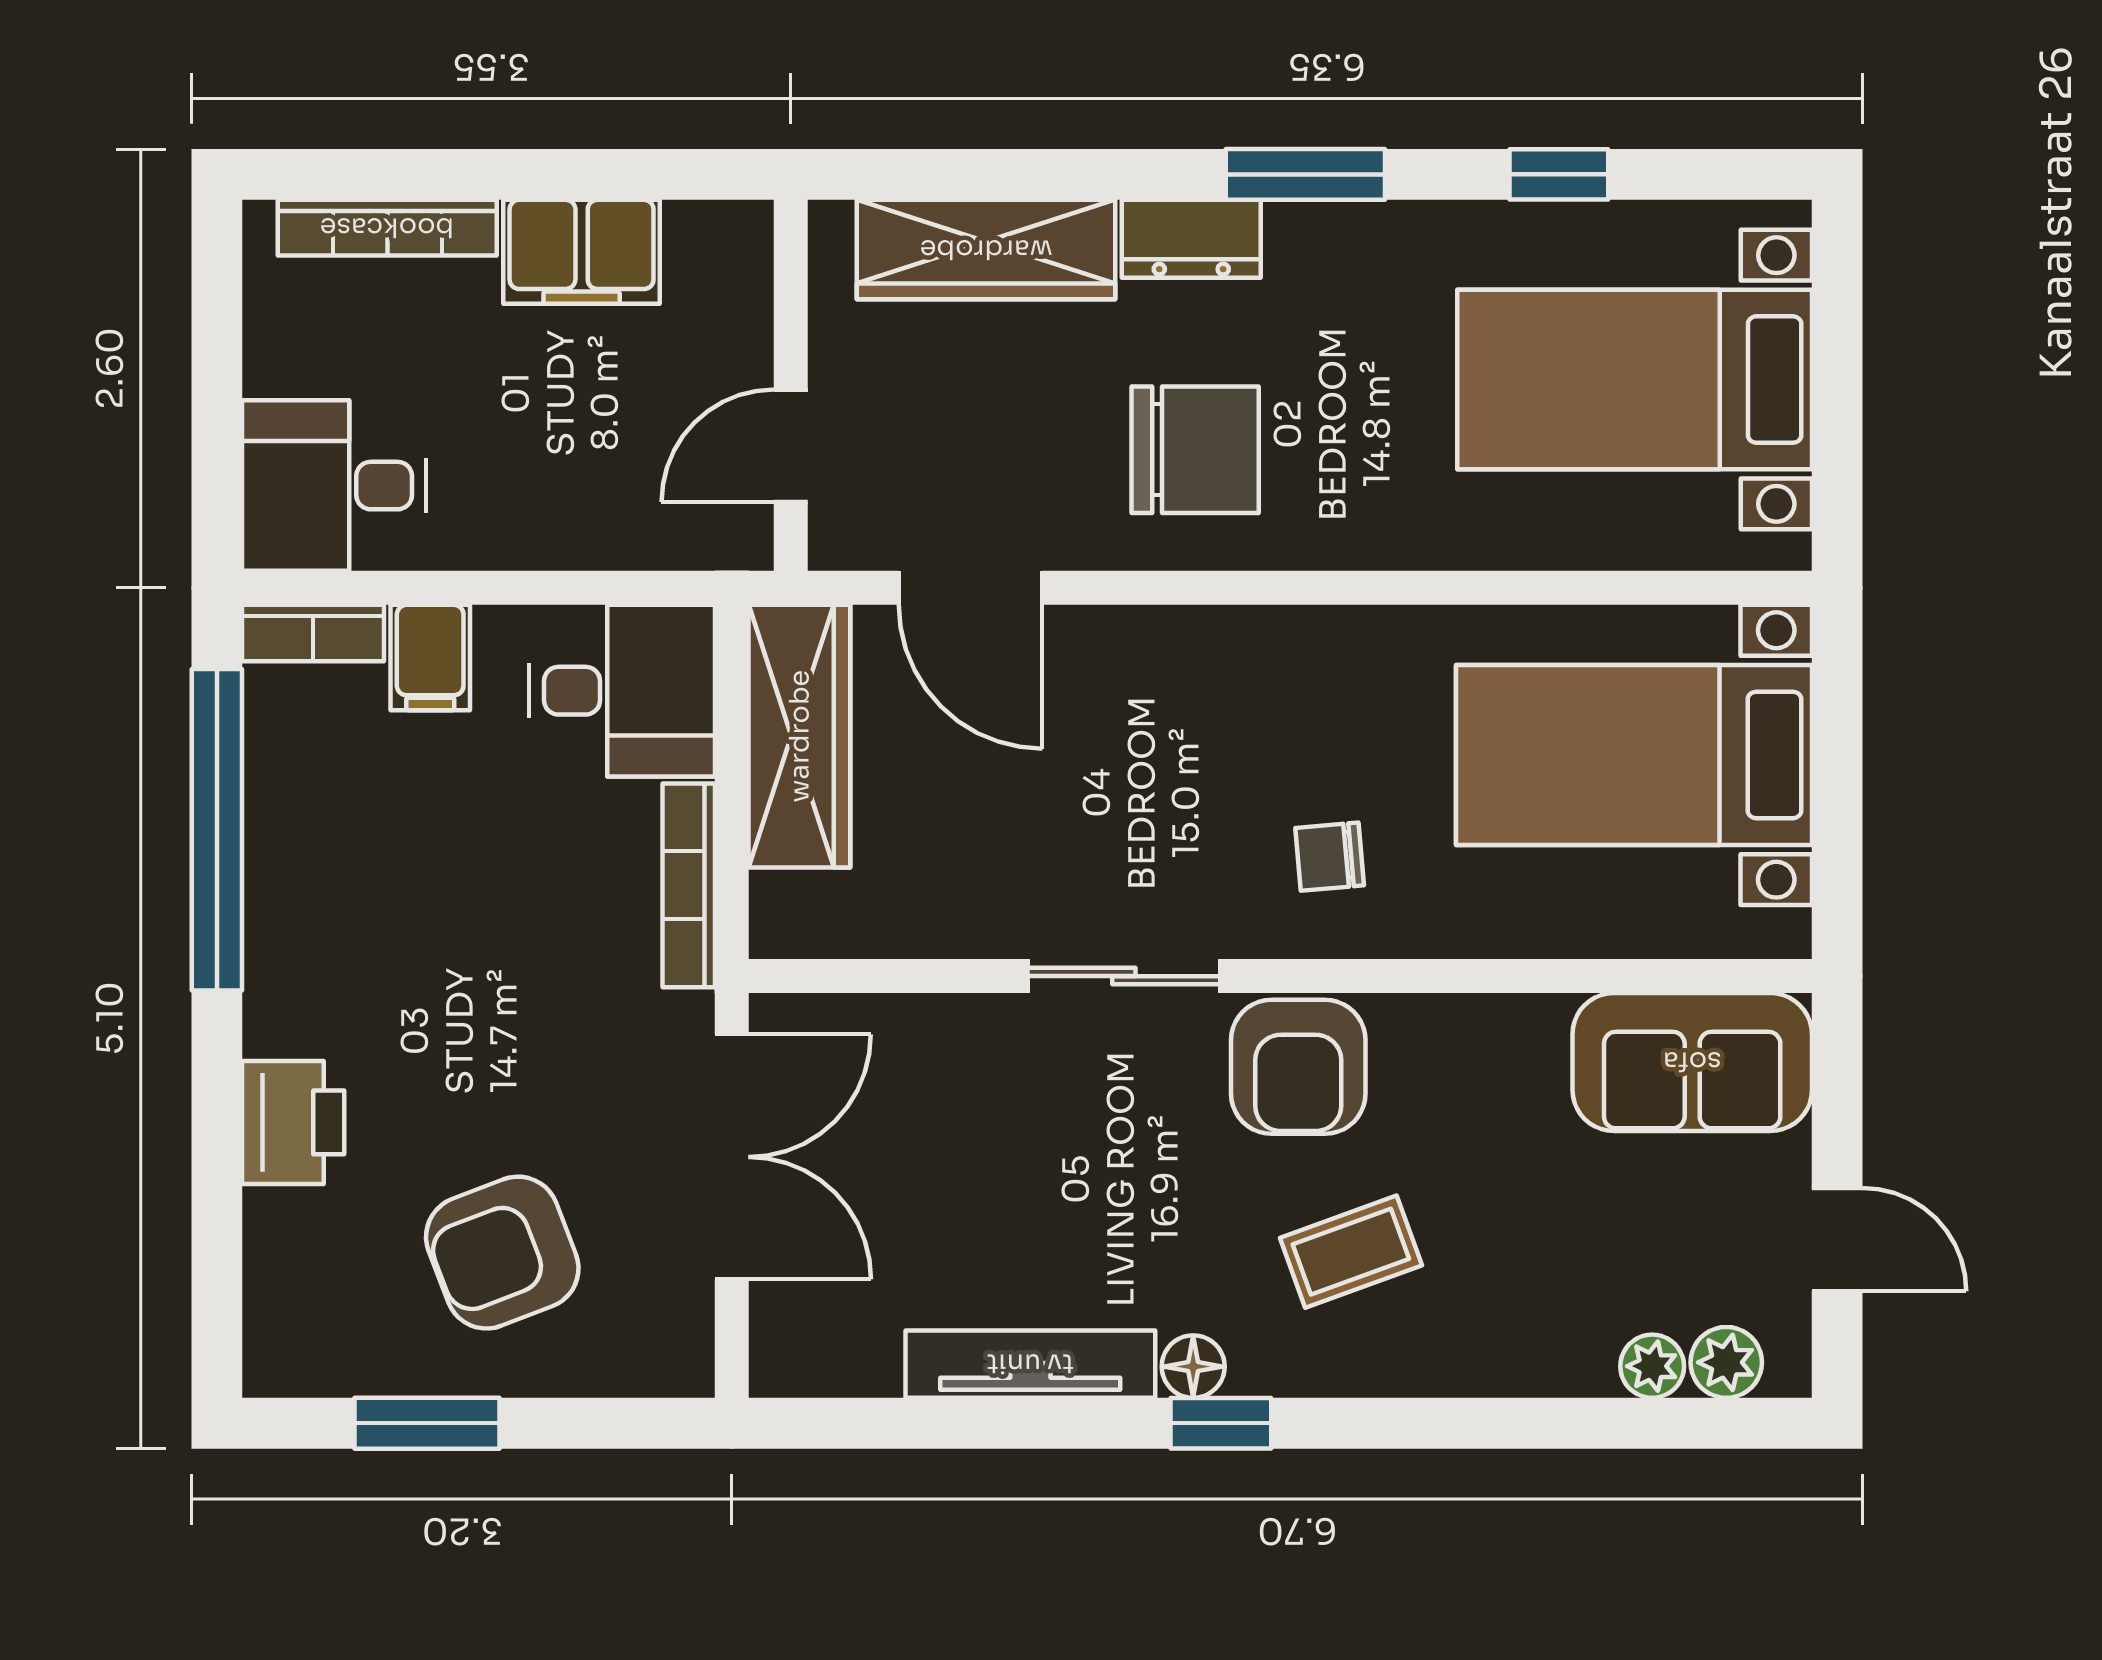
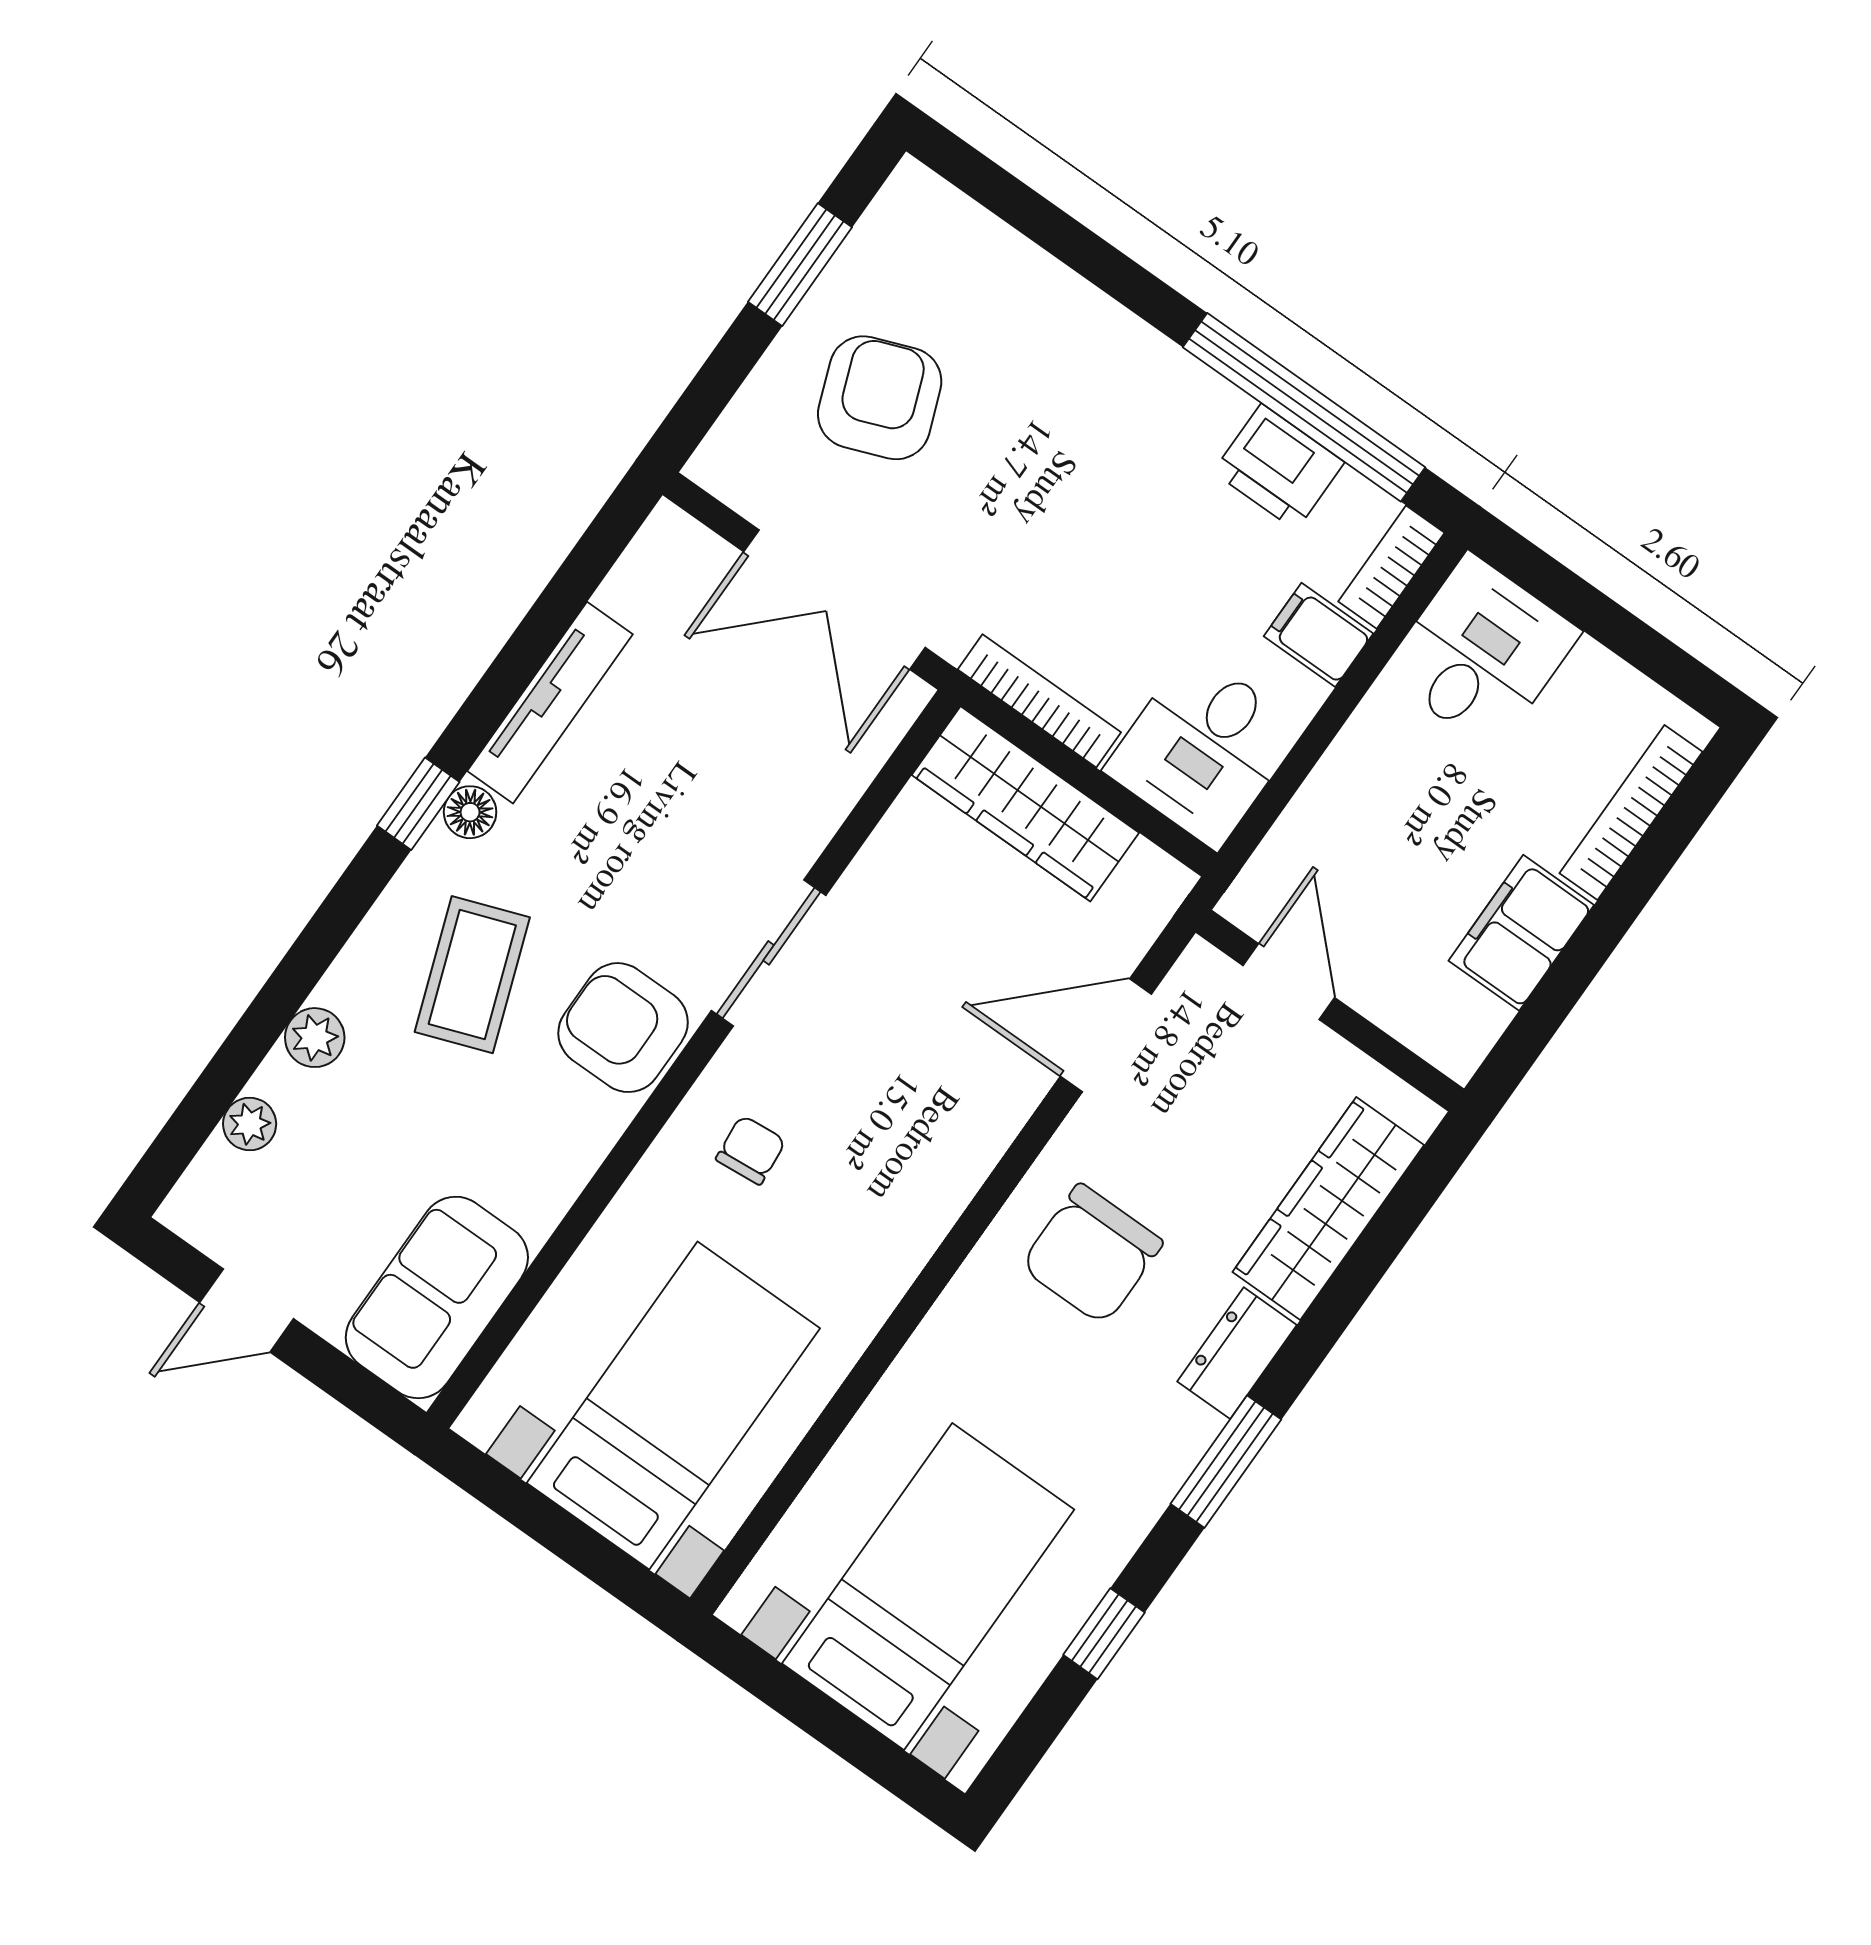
wardrobe: (799, 736) -> (1025, 804), moved
printer: (293, 1122) -> (1279, 467), moved
coffee table: (1351, 1252) -> (472, 975), width x1.36, depth x1.30
plant: (1726, 1362) -> (315, 1038), moved

